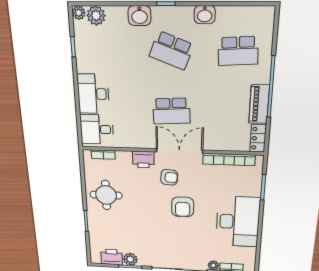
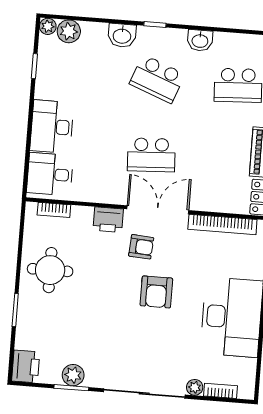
printer: (112, 257) -> (26, 366), moved, turned 90

